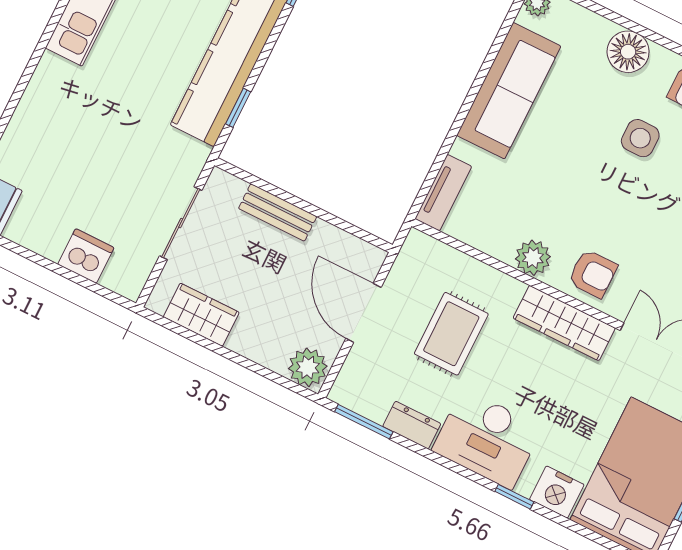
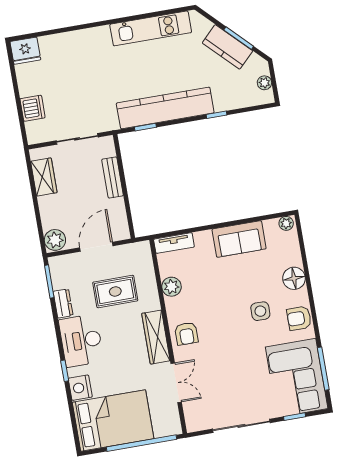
sofa: (509, 91) -> (239, 239), width x0.73
plant: (533, 258) -> (171, 287), moved

